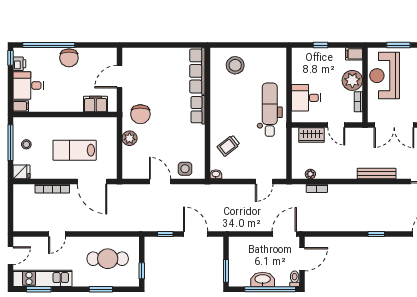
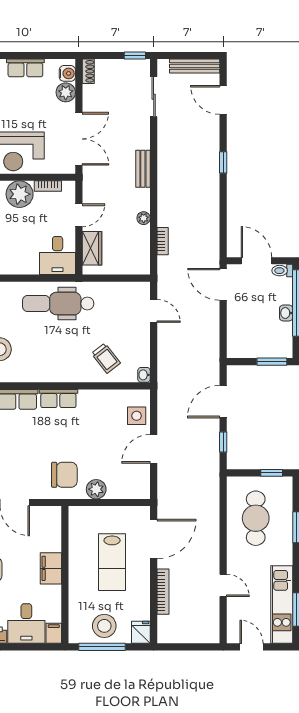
desk: (306, 98) -> (58, 255), moved
filing cabinet: (96, 104) -> (51, 568), moved
stool: (26, 144) -> (104, 626), width x1.89, depth x1.89
plant: (310, 174) -> (144, 218), moved
bench: (377, 174) -> (143, 169), width x0.73
washbasin: (263, 279) -> (286, 313), width x0.52, depth x0.69

